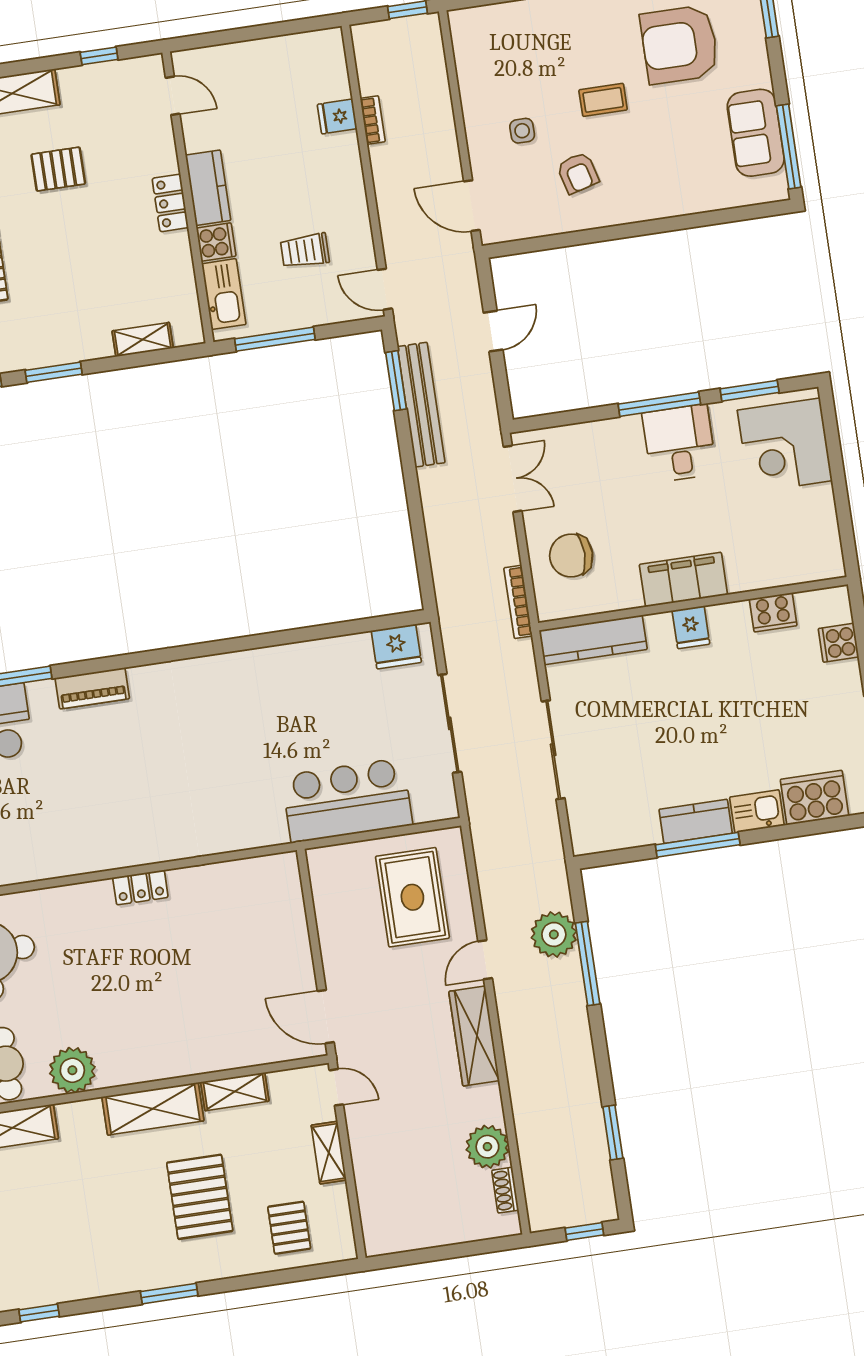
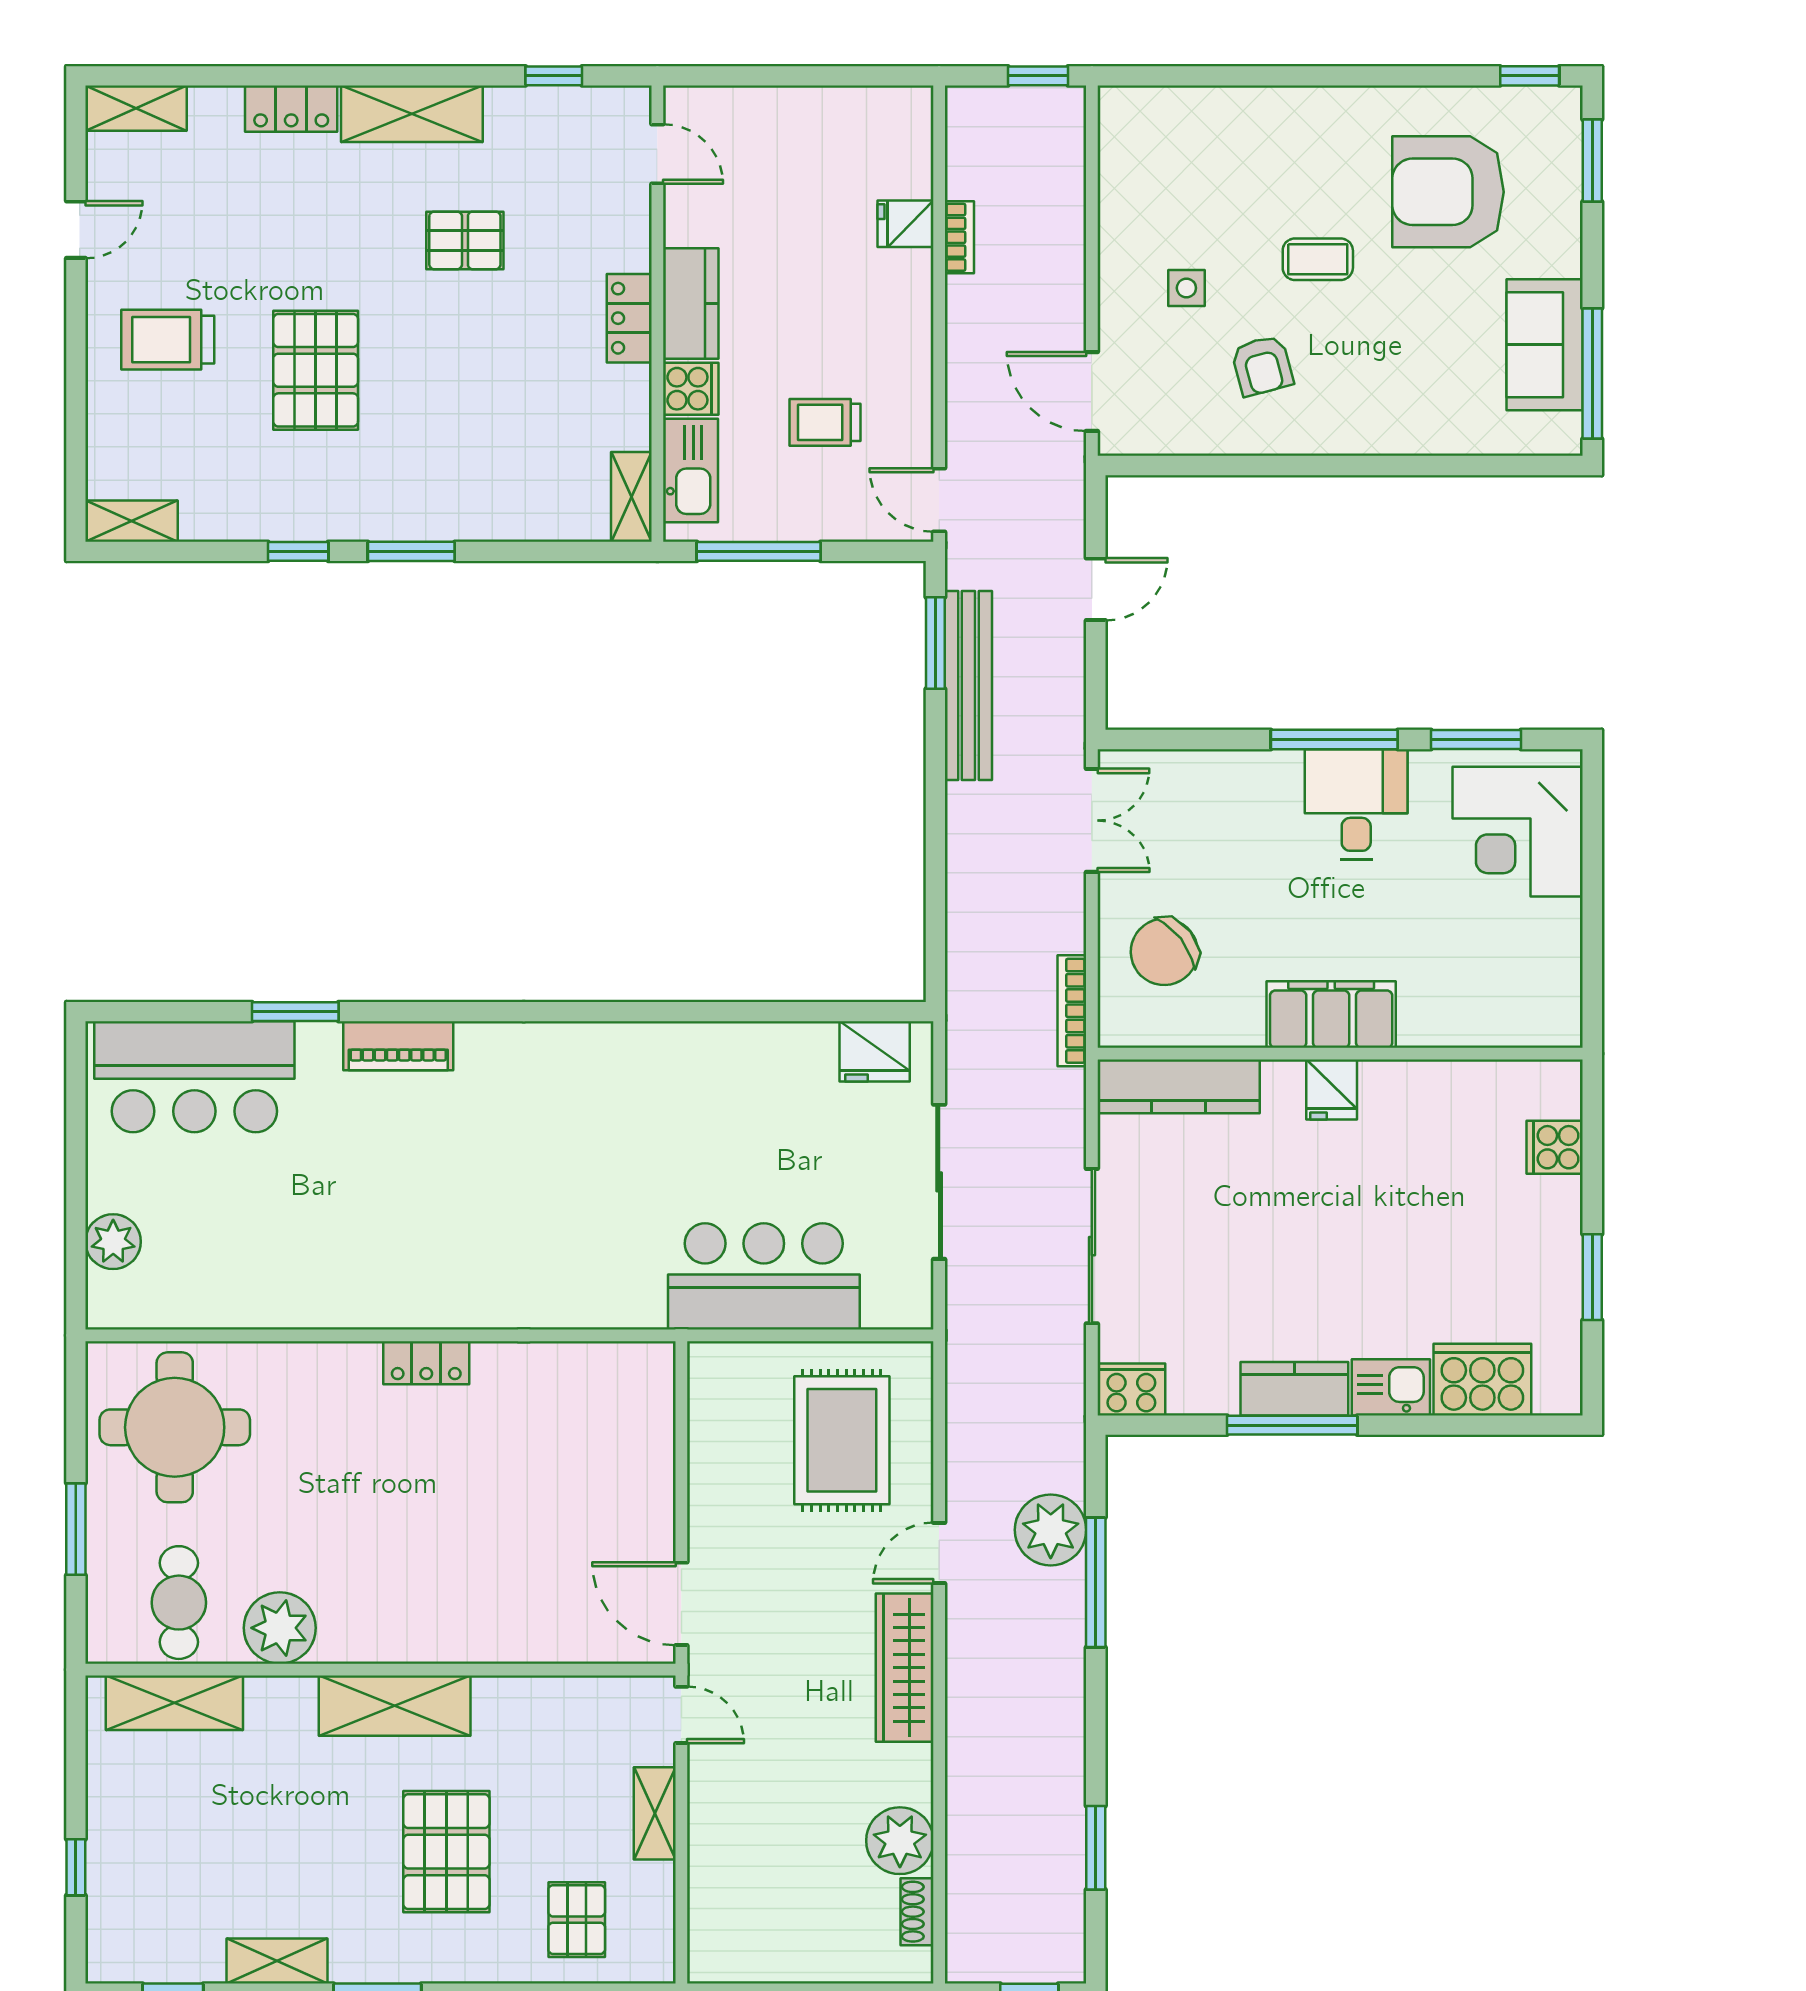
shelving: (143, 340) -> (631, 497), moved, turned 90
chair: (571, 556) -> (1164, 952), turned -38
cooker: (773, 612) -> (1131, 1389), moved, turned 180
shelving: (235, 1092) -> (277, 1961), moved

